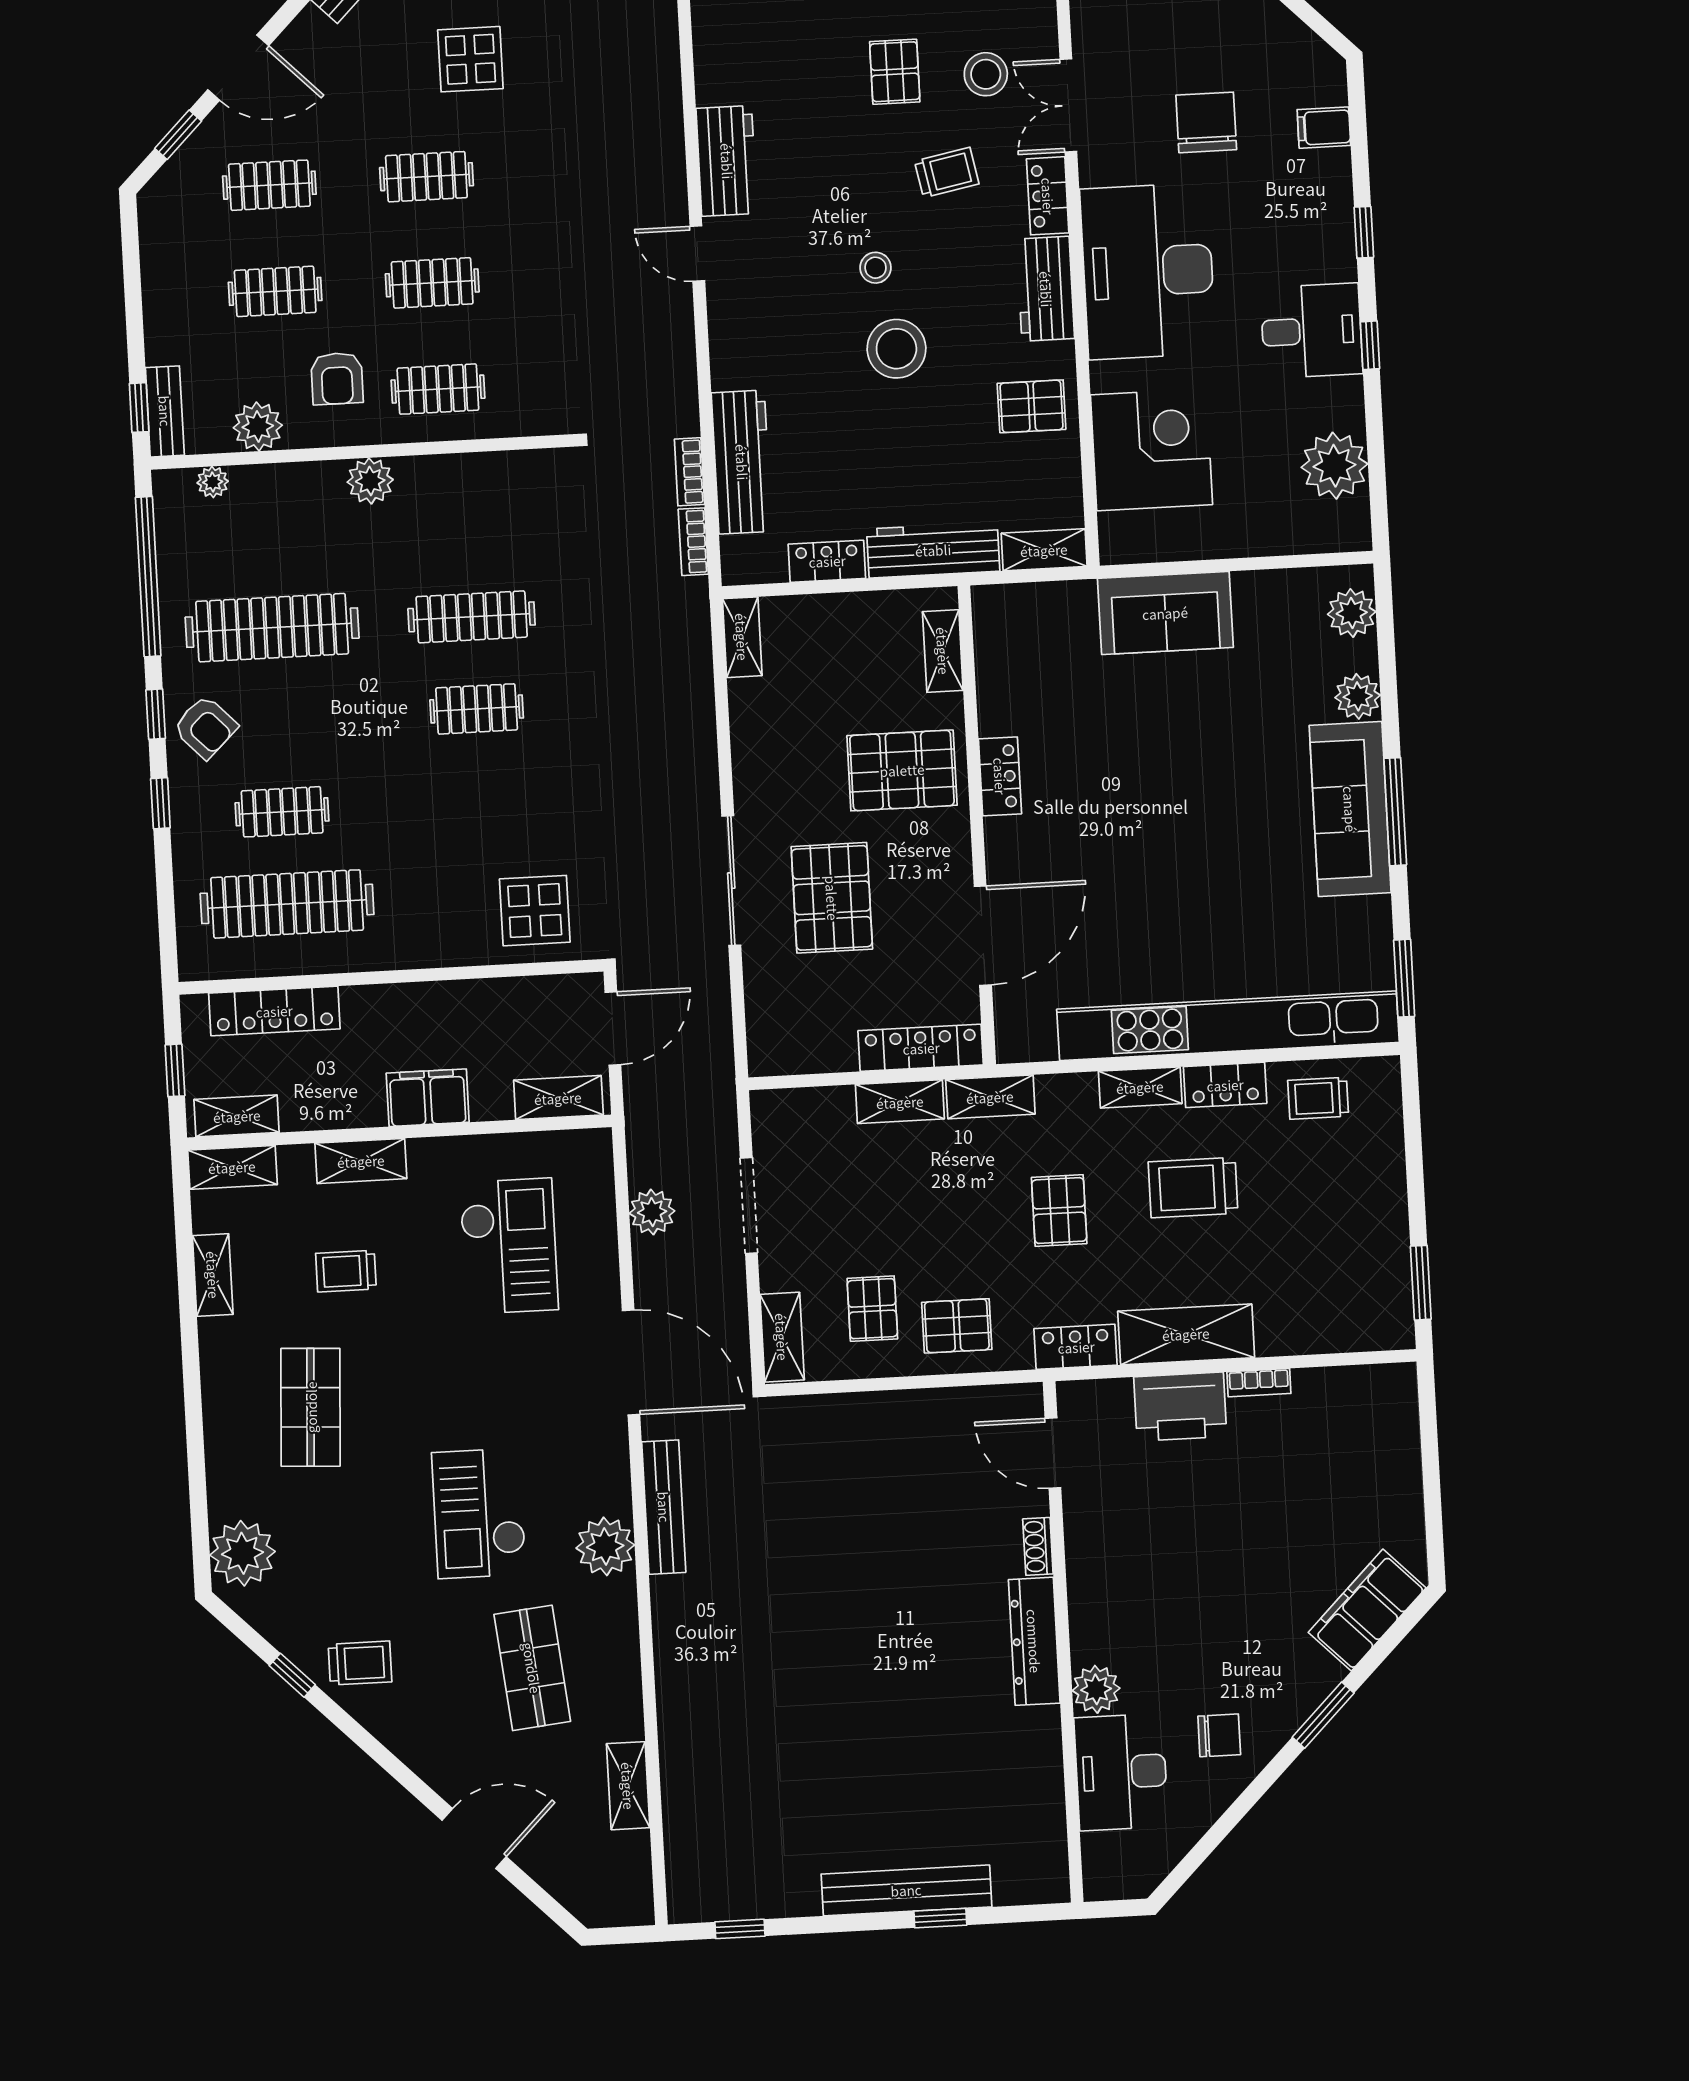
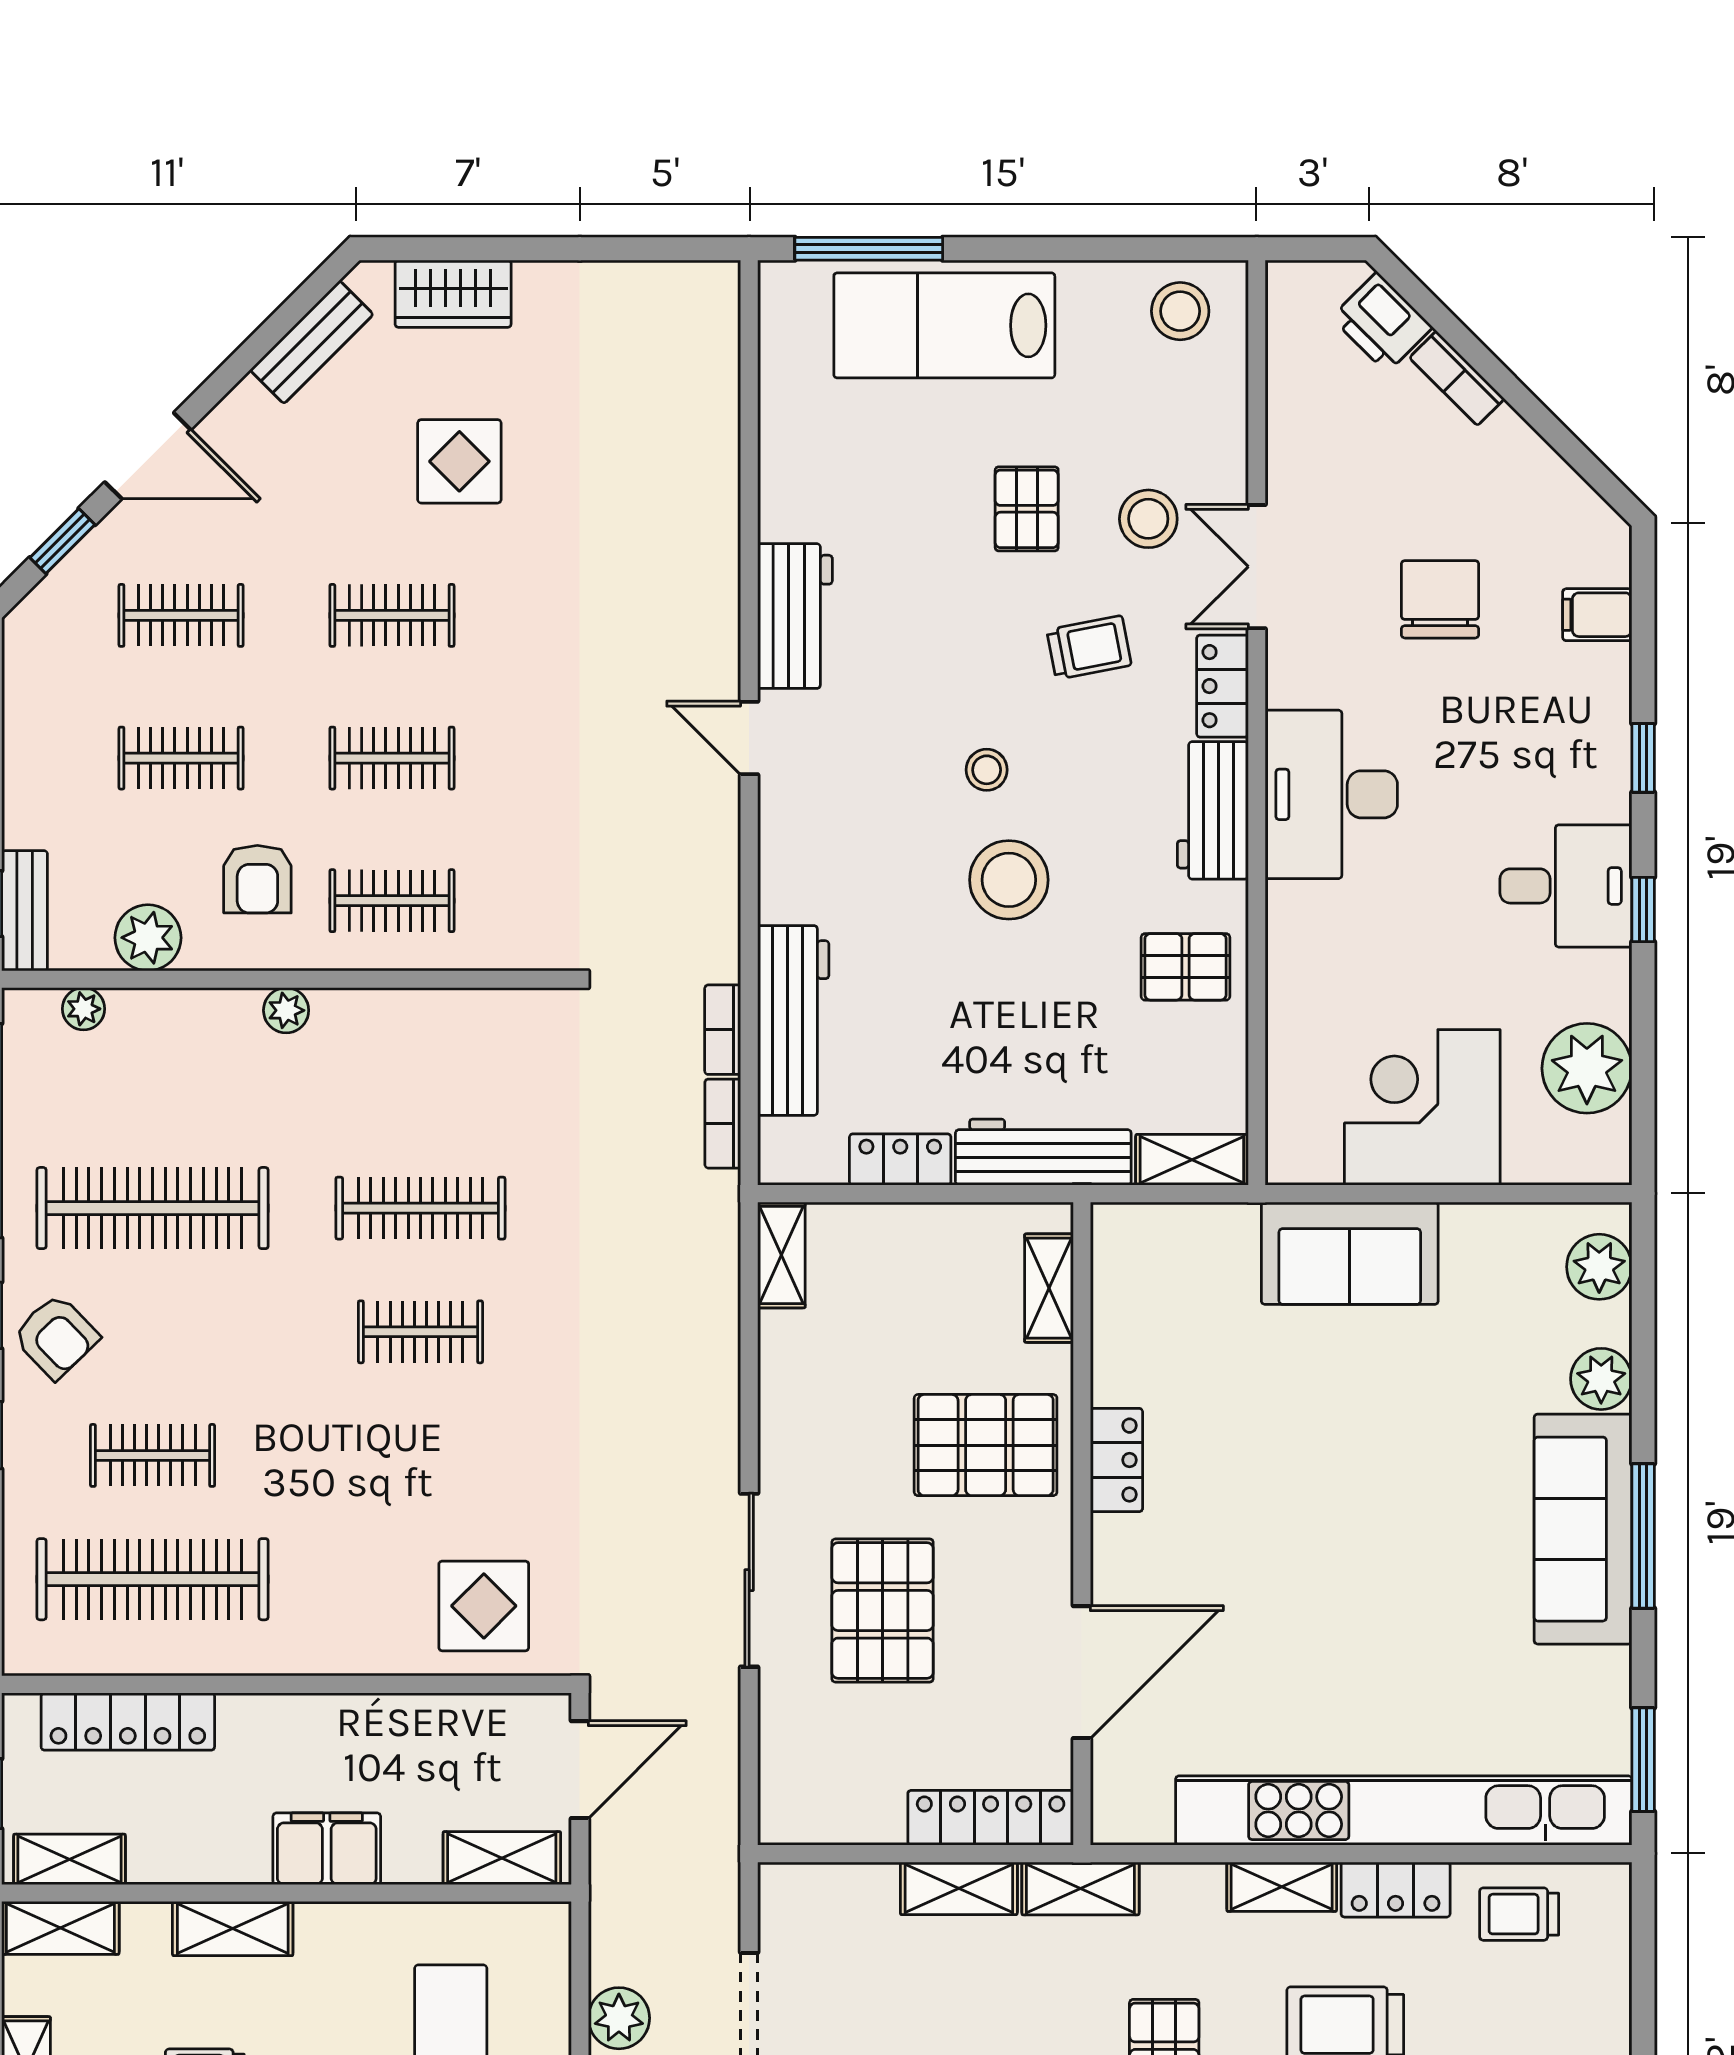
desk: (1148, 271) -> (1331, 794), width x0.73, depth x0.77
corner desk: (1151, 450) -> (1422, 1107), moved, turned -90
plant: (370, 481) -> (286, 1010), width x0.73, depth x0.73

